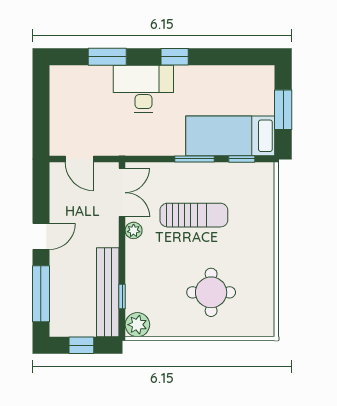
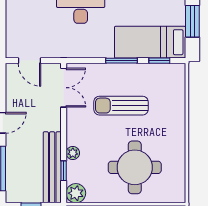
sun lounger: (194, 215) -> (121, 106), turned 180
plant: (134, 230) -> (73, 153), moved
round table: (211, 292) -> (135, 167), width x1.36, depth x1.36

